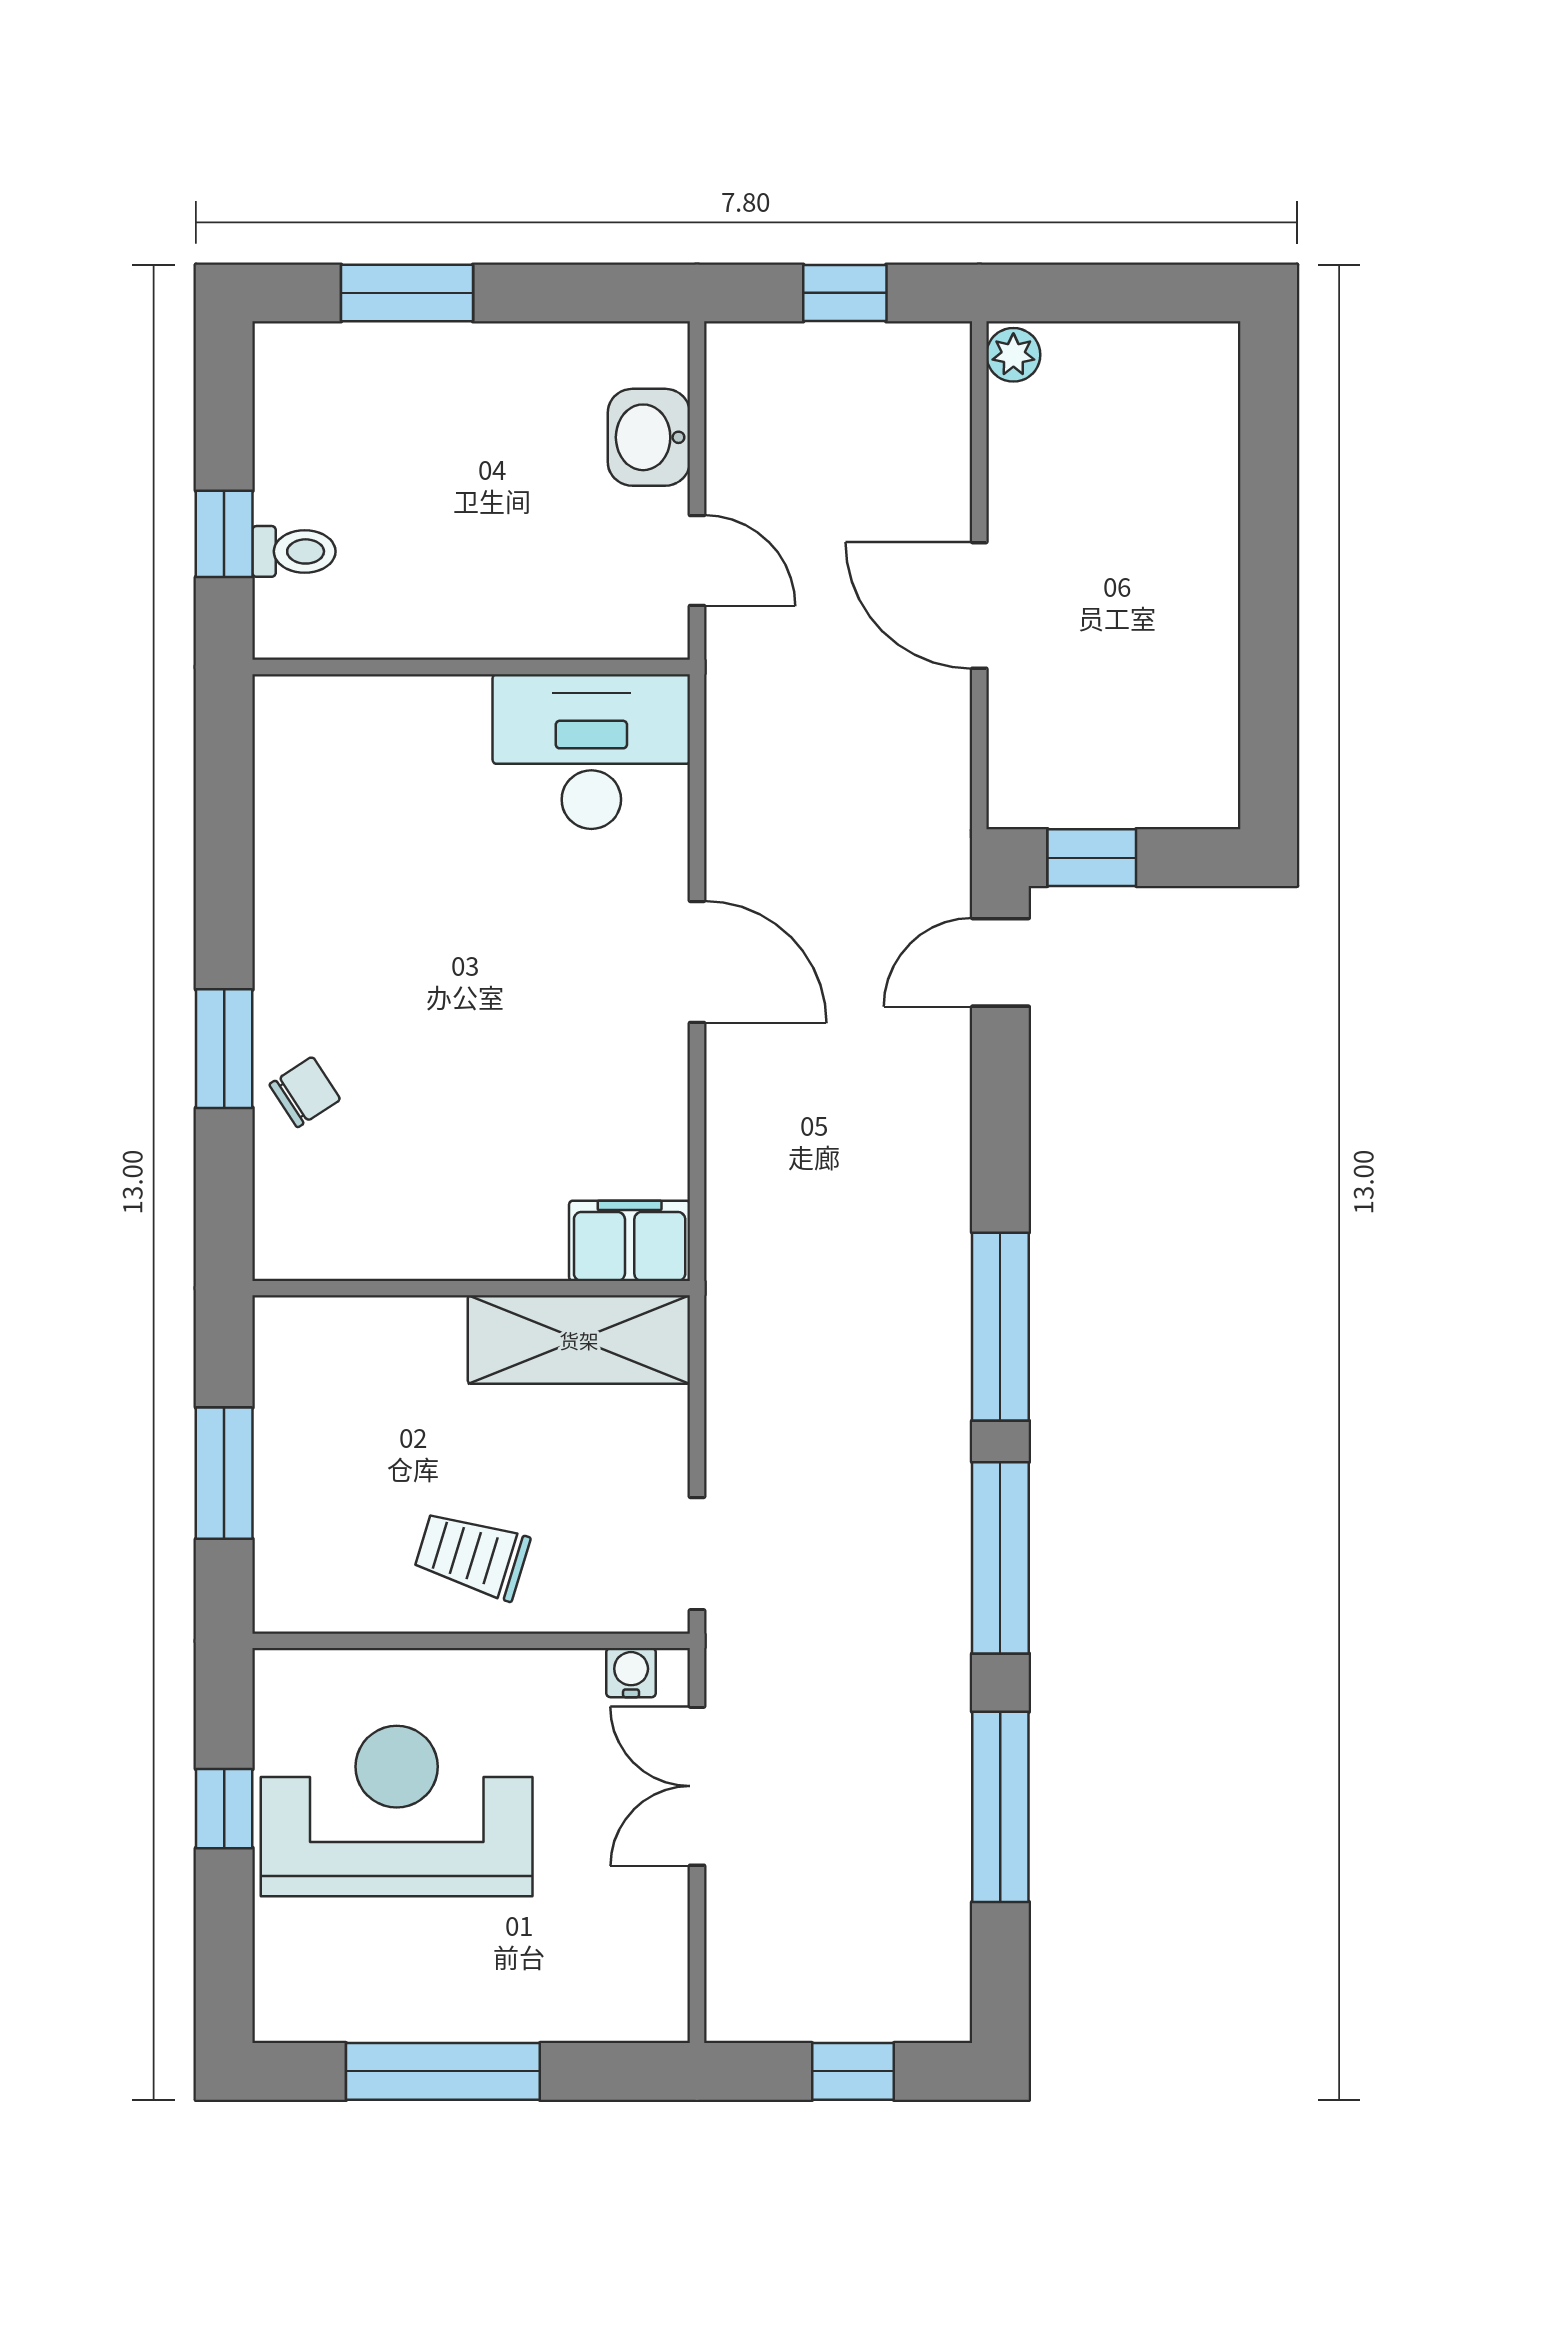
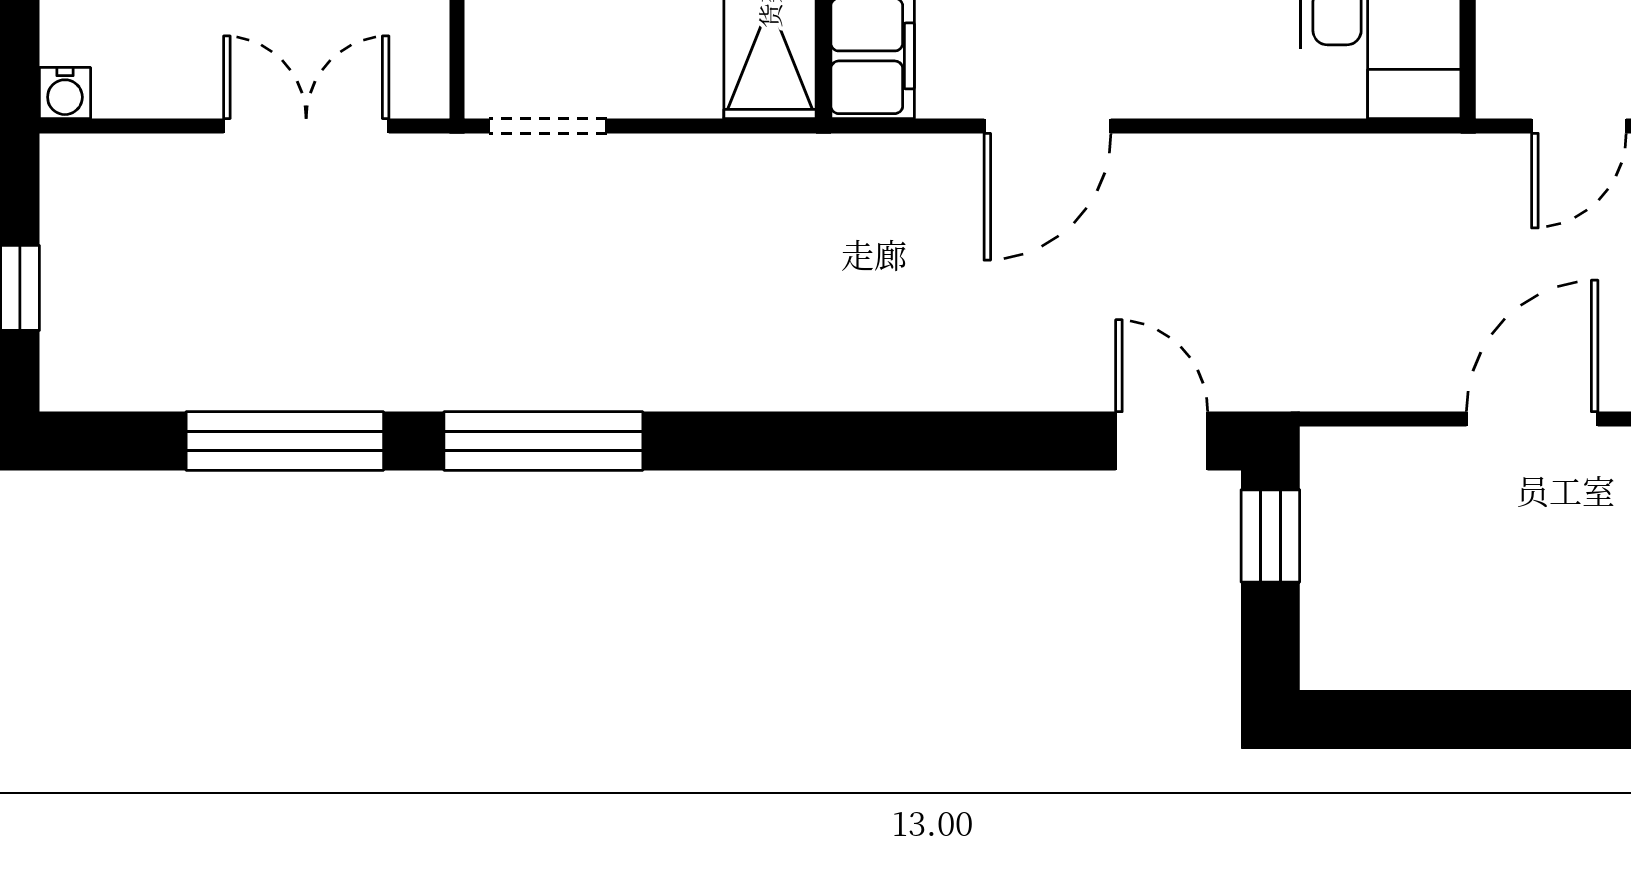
door: (697, 962) -> (1047, 126), moved
window: (1000, 1327) -> (783, 441), removed
water cooler: (631, 1673) -> (65, 93), moved, turned 90

